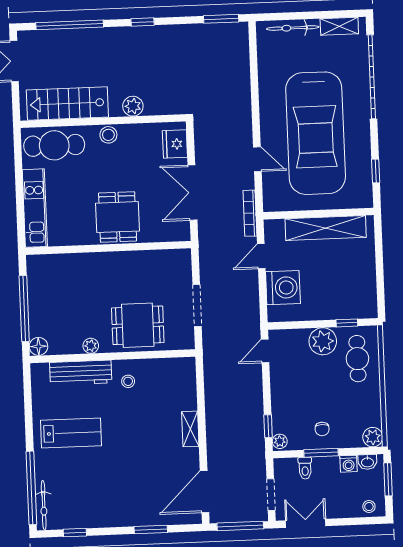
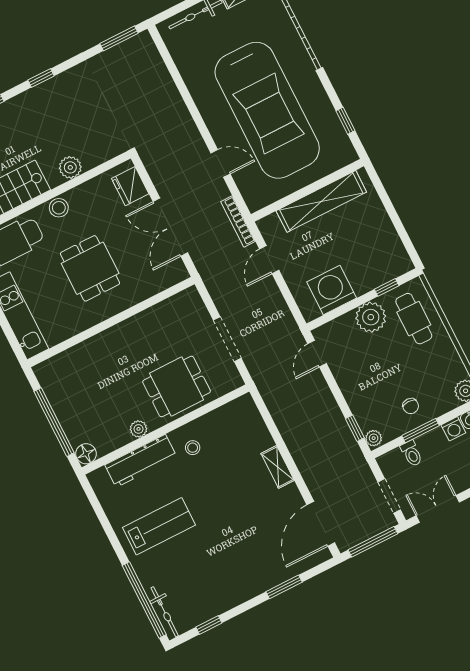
dining table: (118, 217) -> (90, 268), moved
washing machine: (283, 288) -> (332, 290), moved, turned -90

